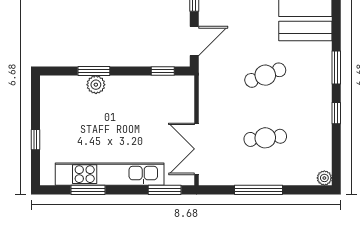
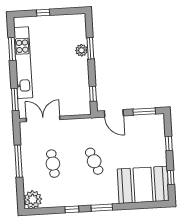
plant: (324, 178) -> (33, 200), width x1.88, depth x1.88

